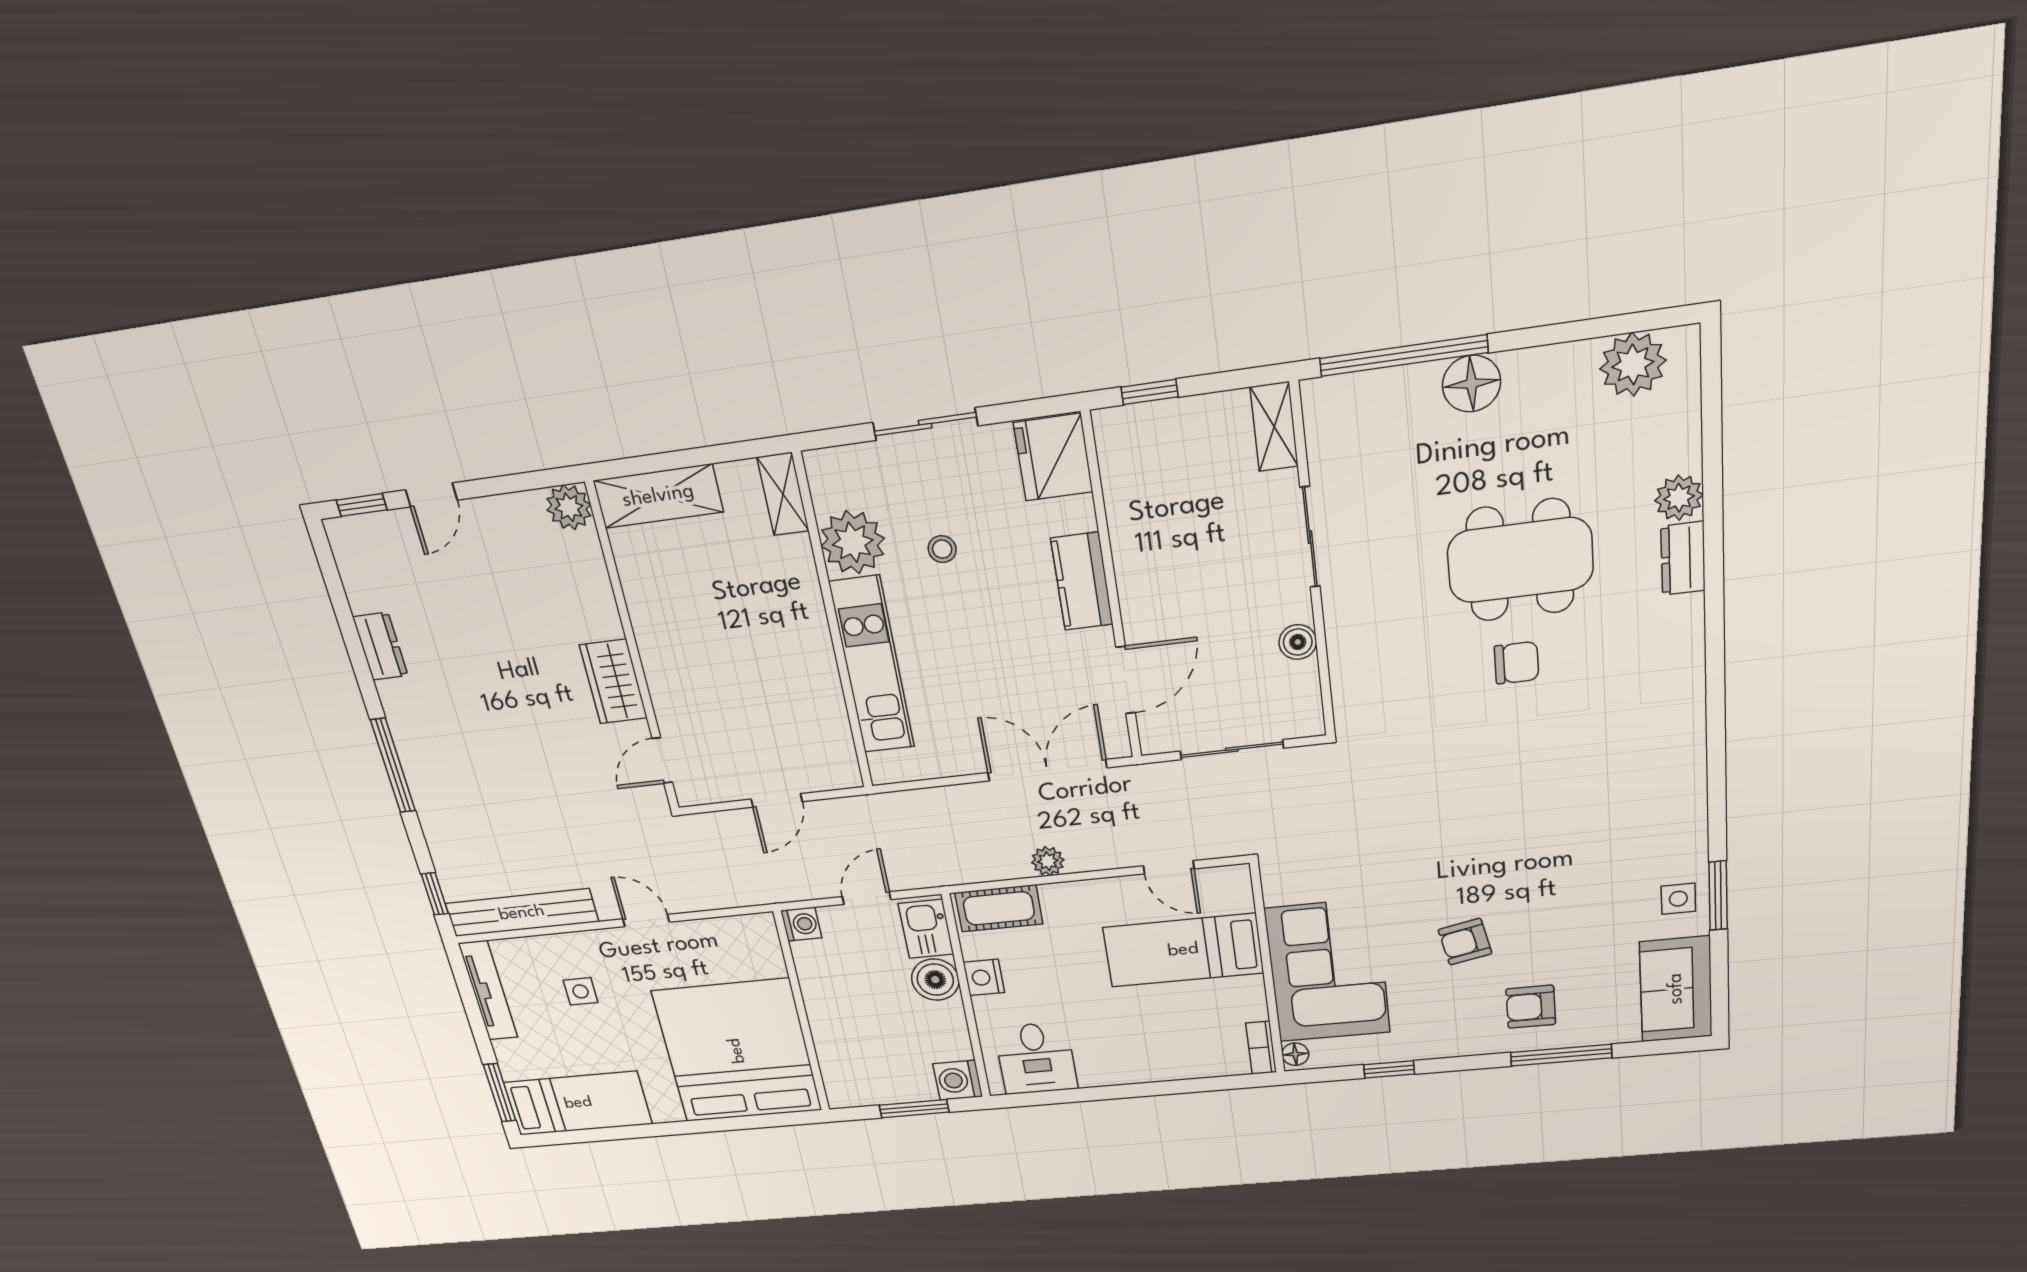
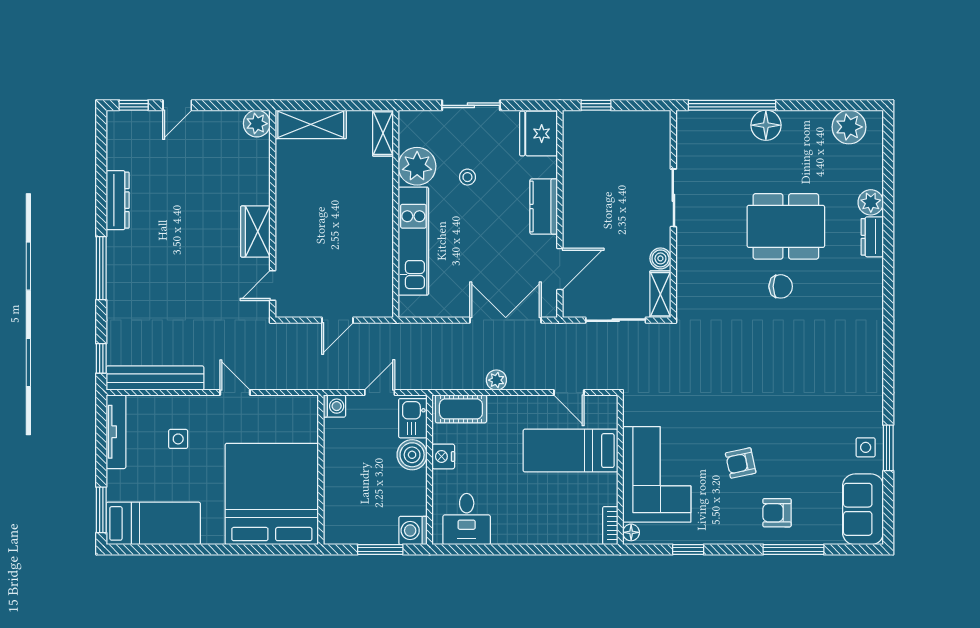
shelving: (1274, 427) -> (660, 294), moved
dresser: (380, 646) -> (118, 200), width x1.44

